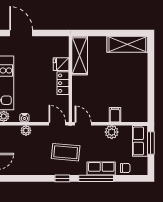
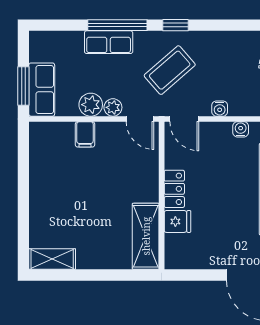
shelving: (127, 44) -> (52, 259), width x0.67, depth x0.75
plant: (26, 130) -> (113, 107), moved
water cooler: (37, 130) -> (220, 109), added
coffee table: (66, 152) -> (170, 70), turned -46
chair: (125, 168) -> (67, 43), removed

